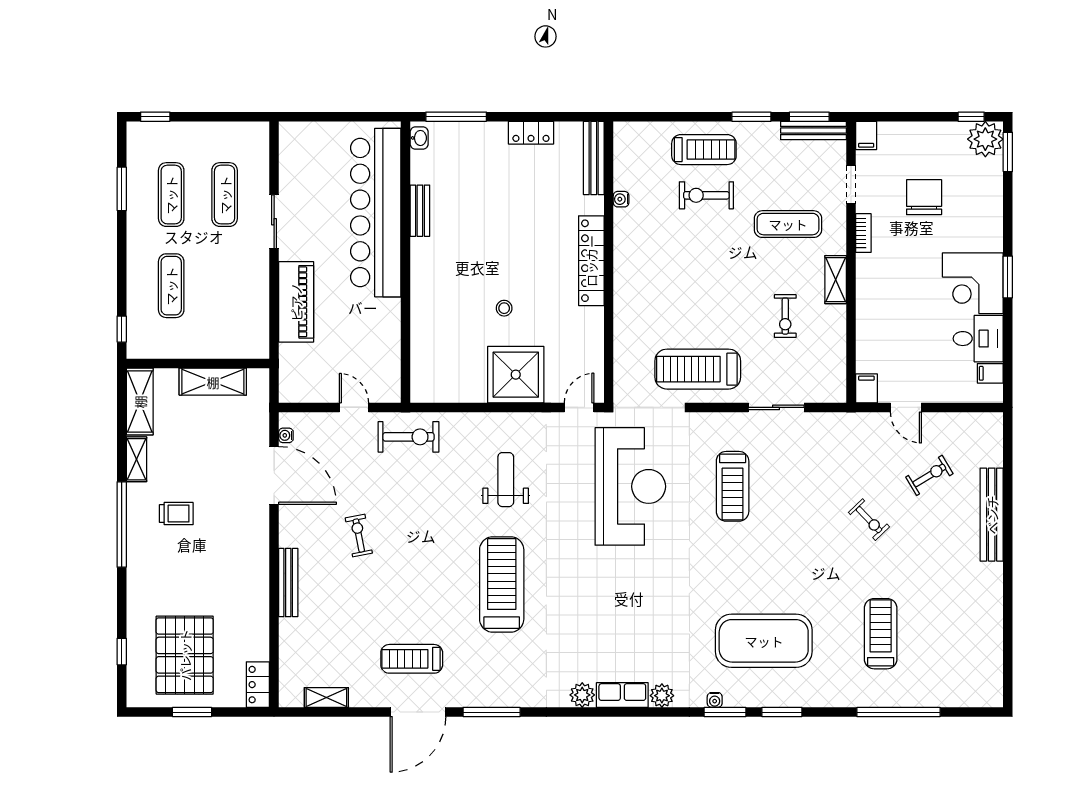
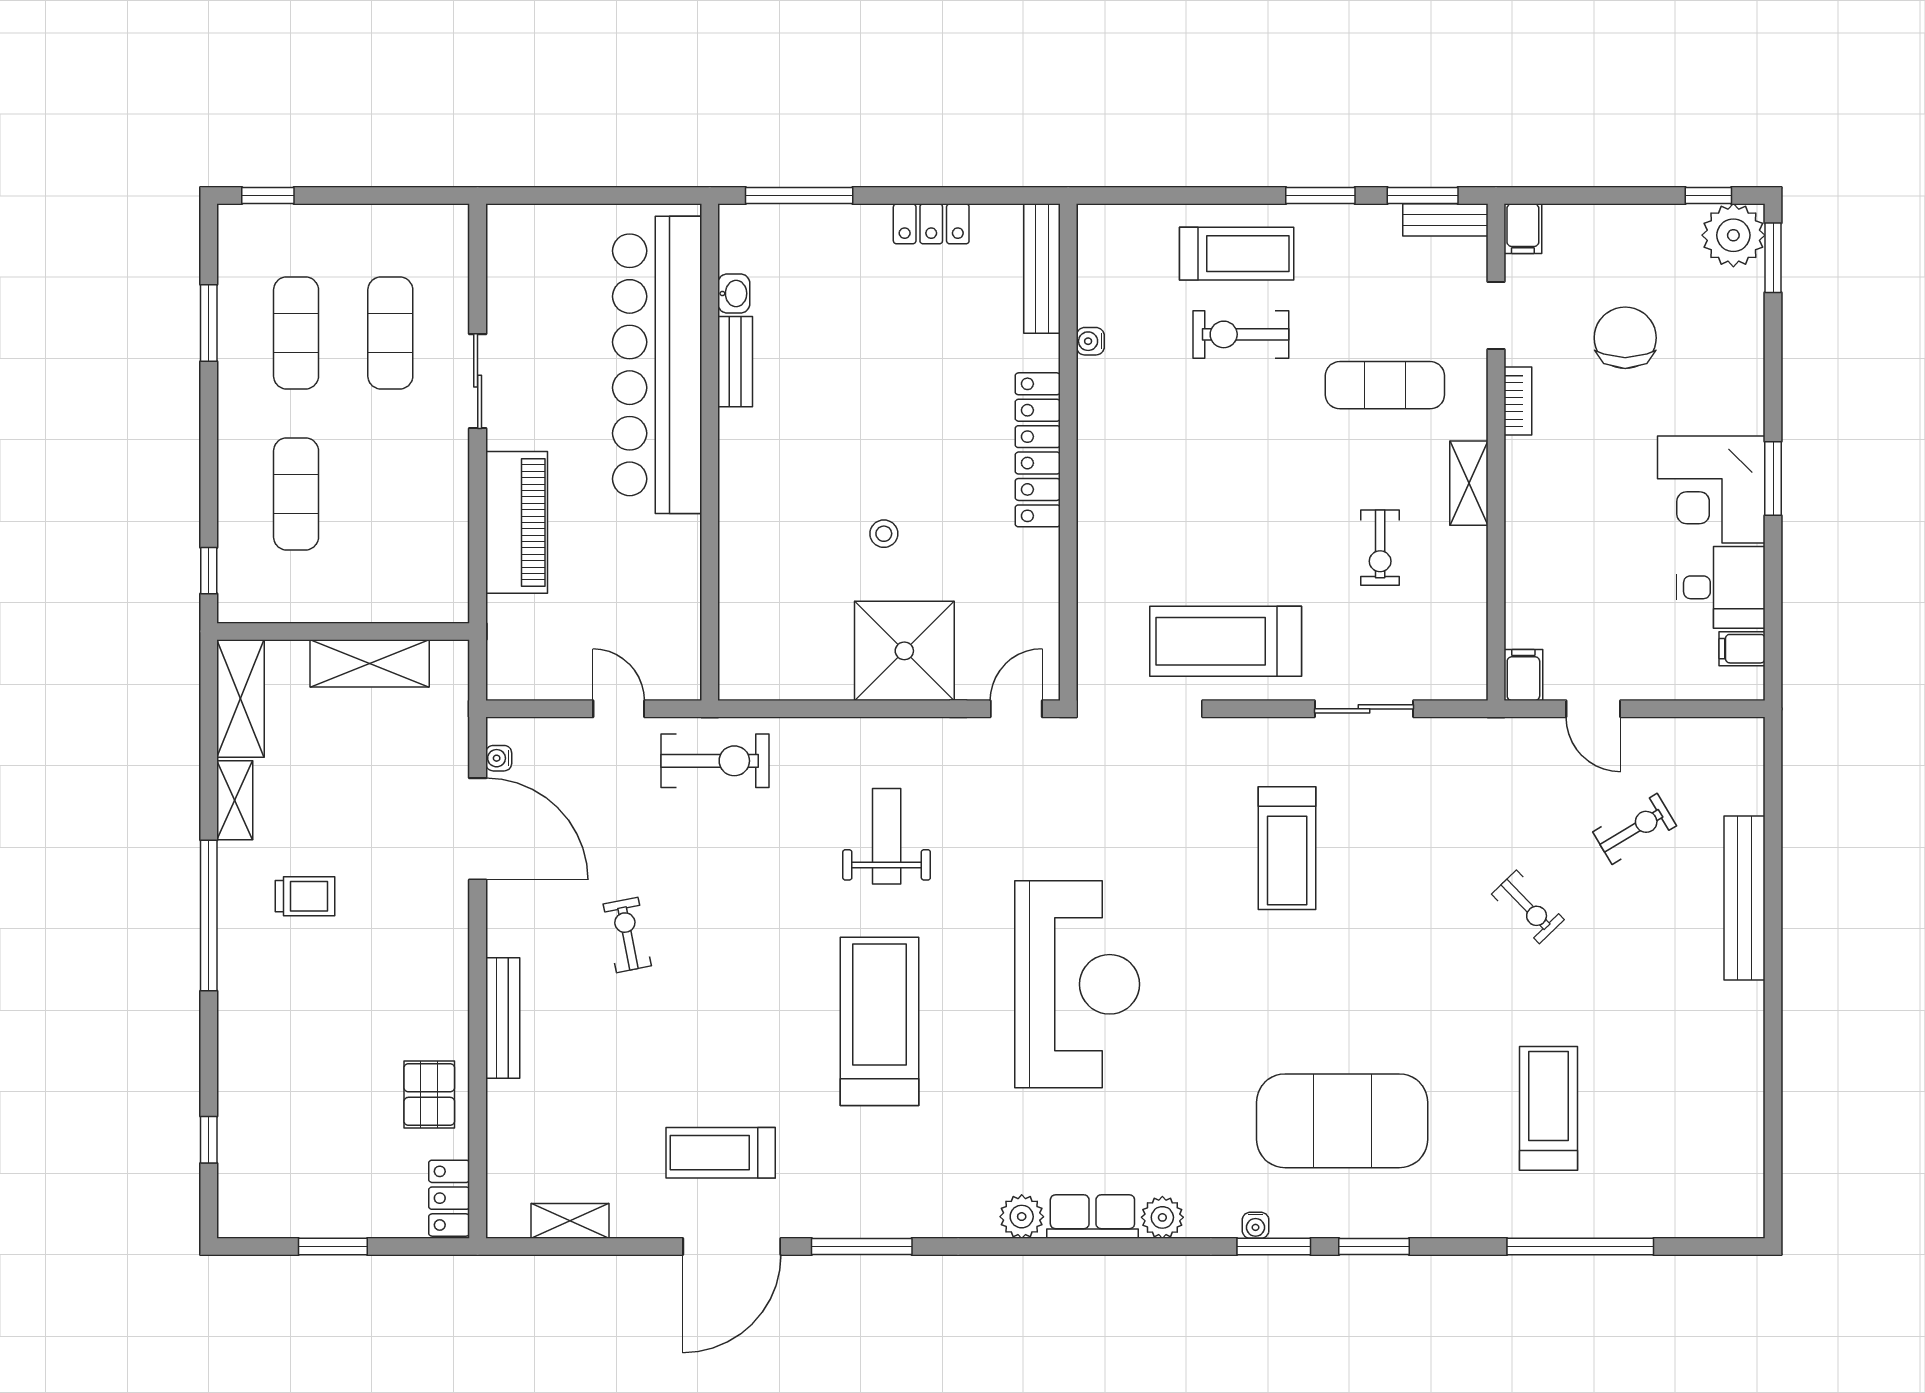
bench: (813, 130) -> (1445, 220), width x0.73
washbasin: (419, 138) -> (734, 293), moved
reception desk: (630, 486) -> (1077, 984), moved
pallet: (185, 655) -> (429, 1095), moved, width x0.49, depth x0.50

